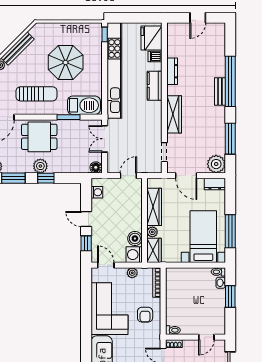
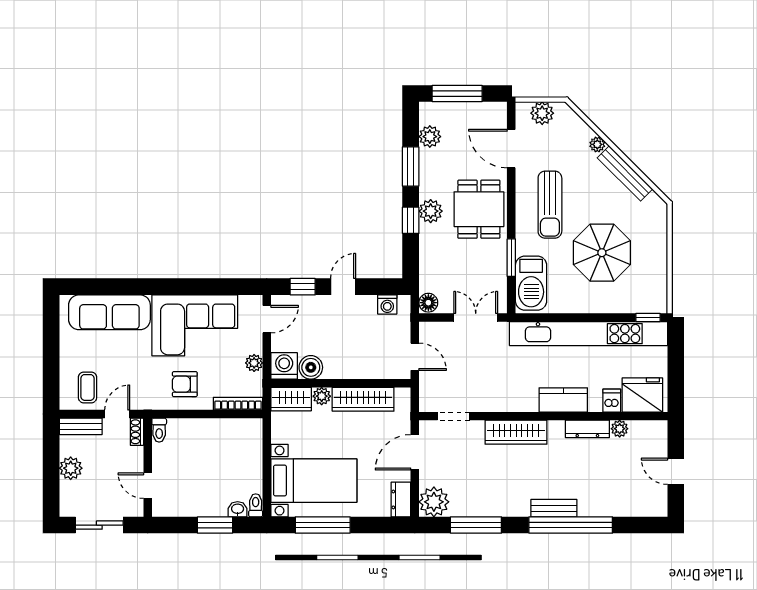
plant: (172, 52) -> (620, 429), added

